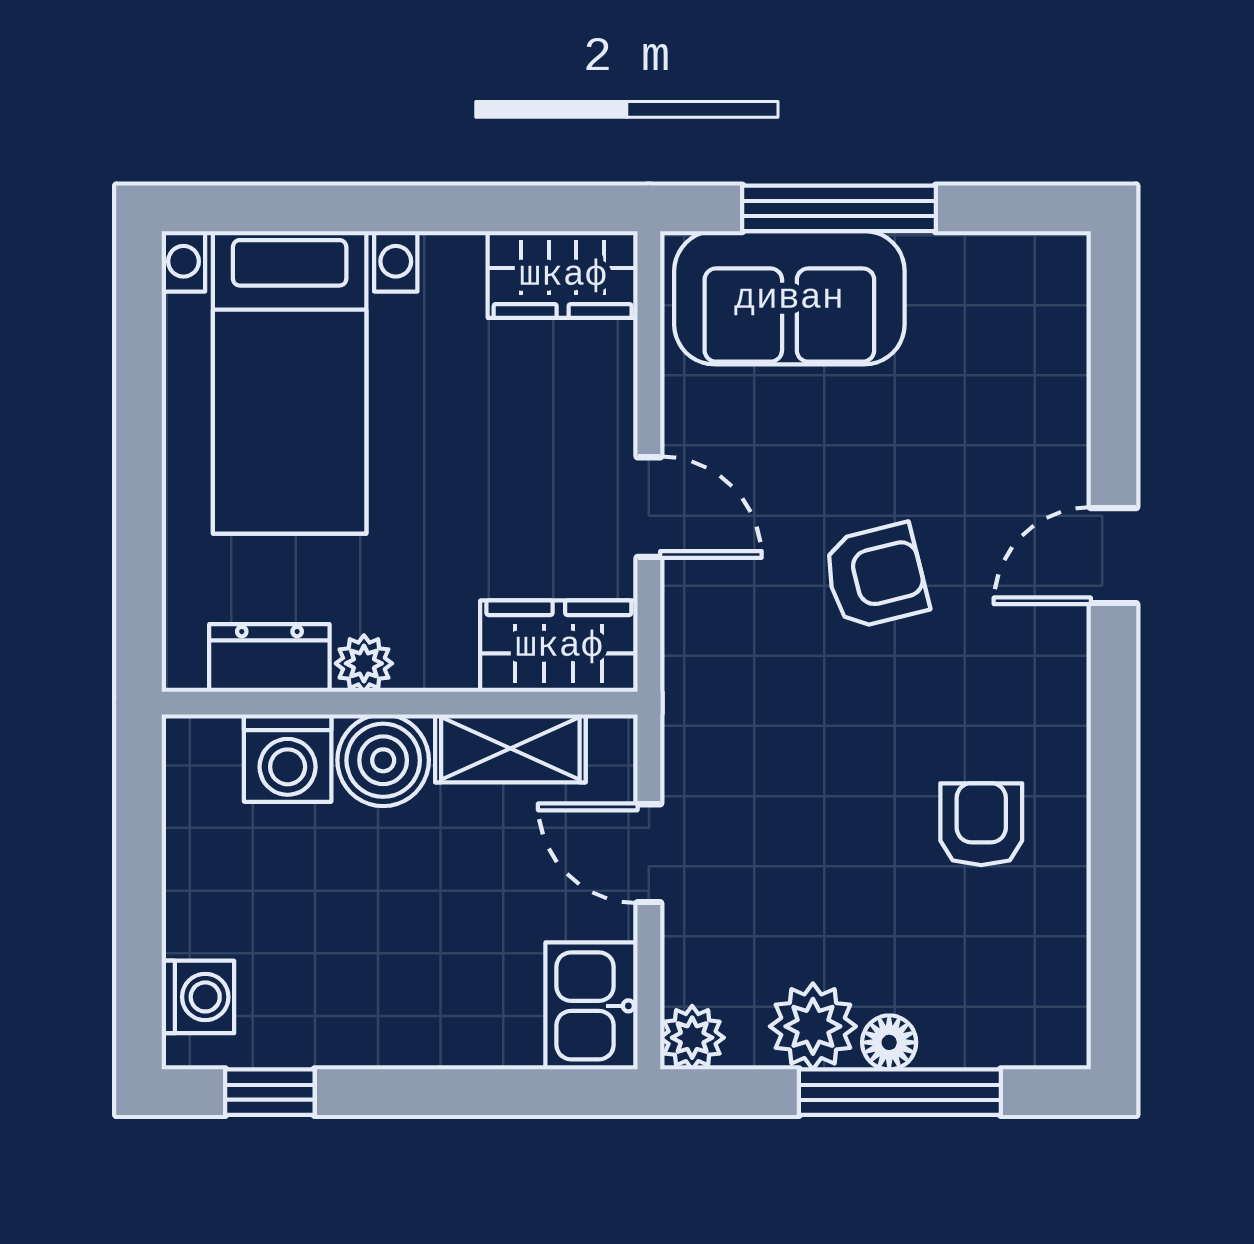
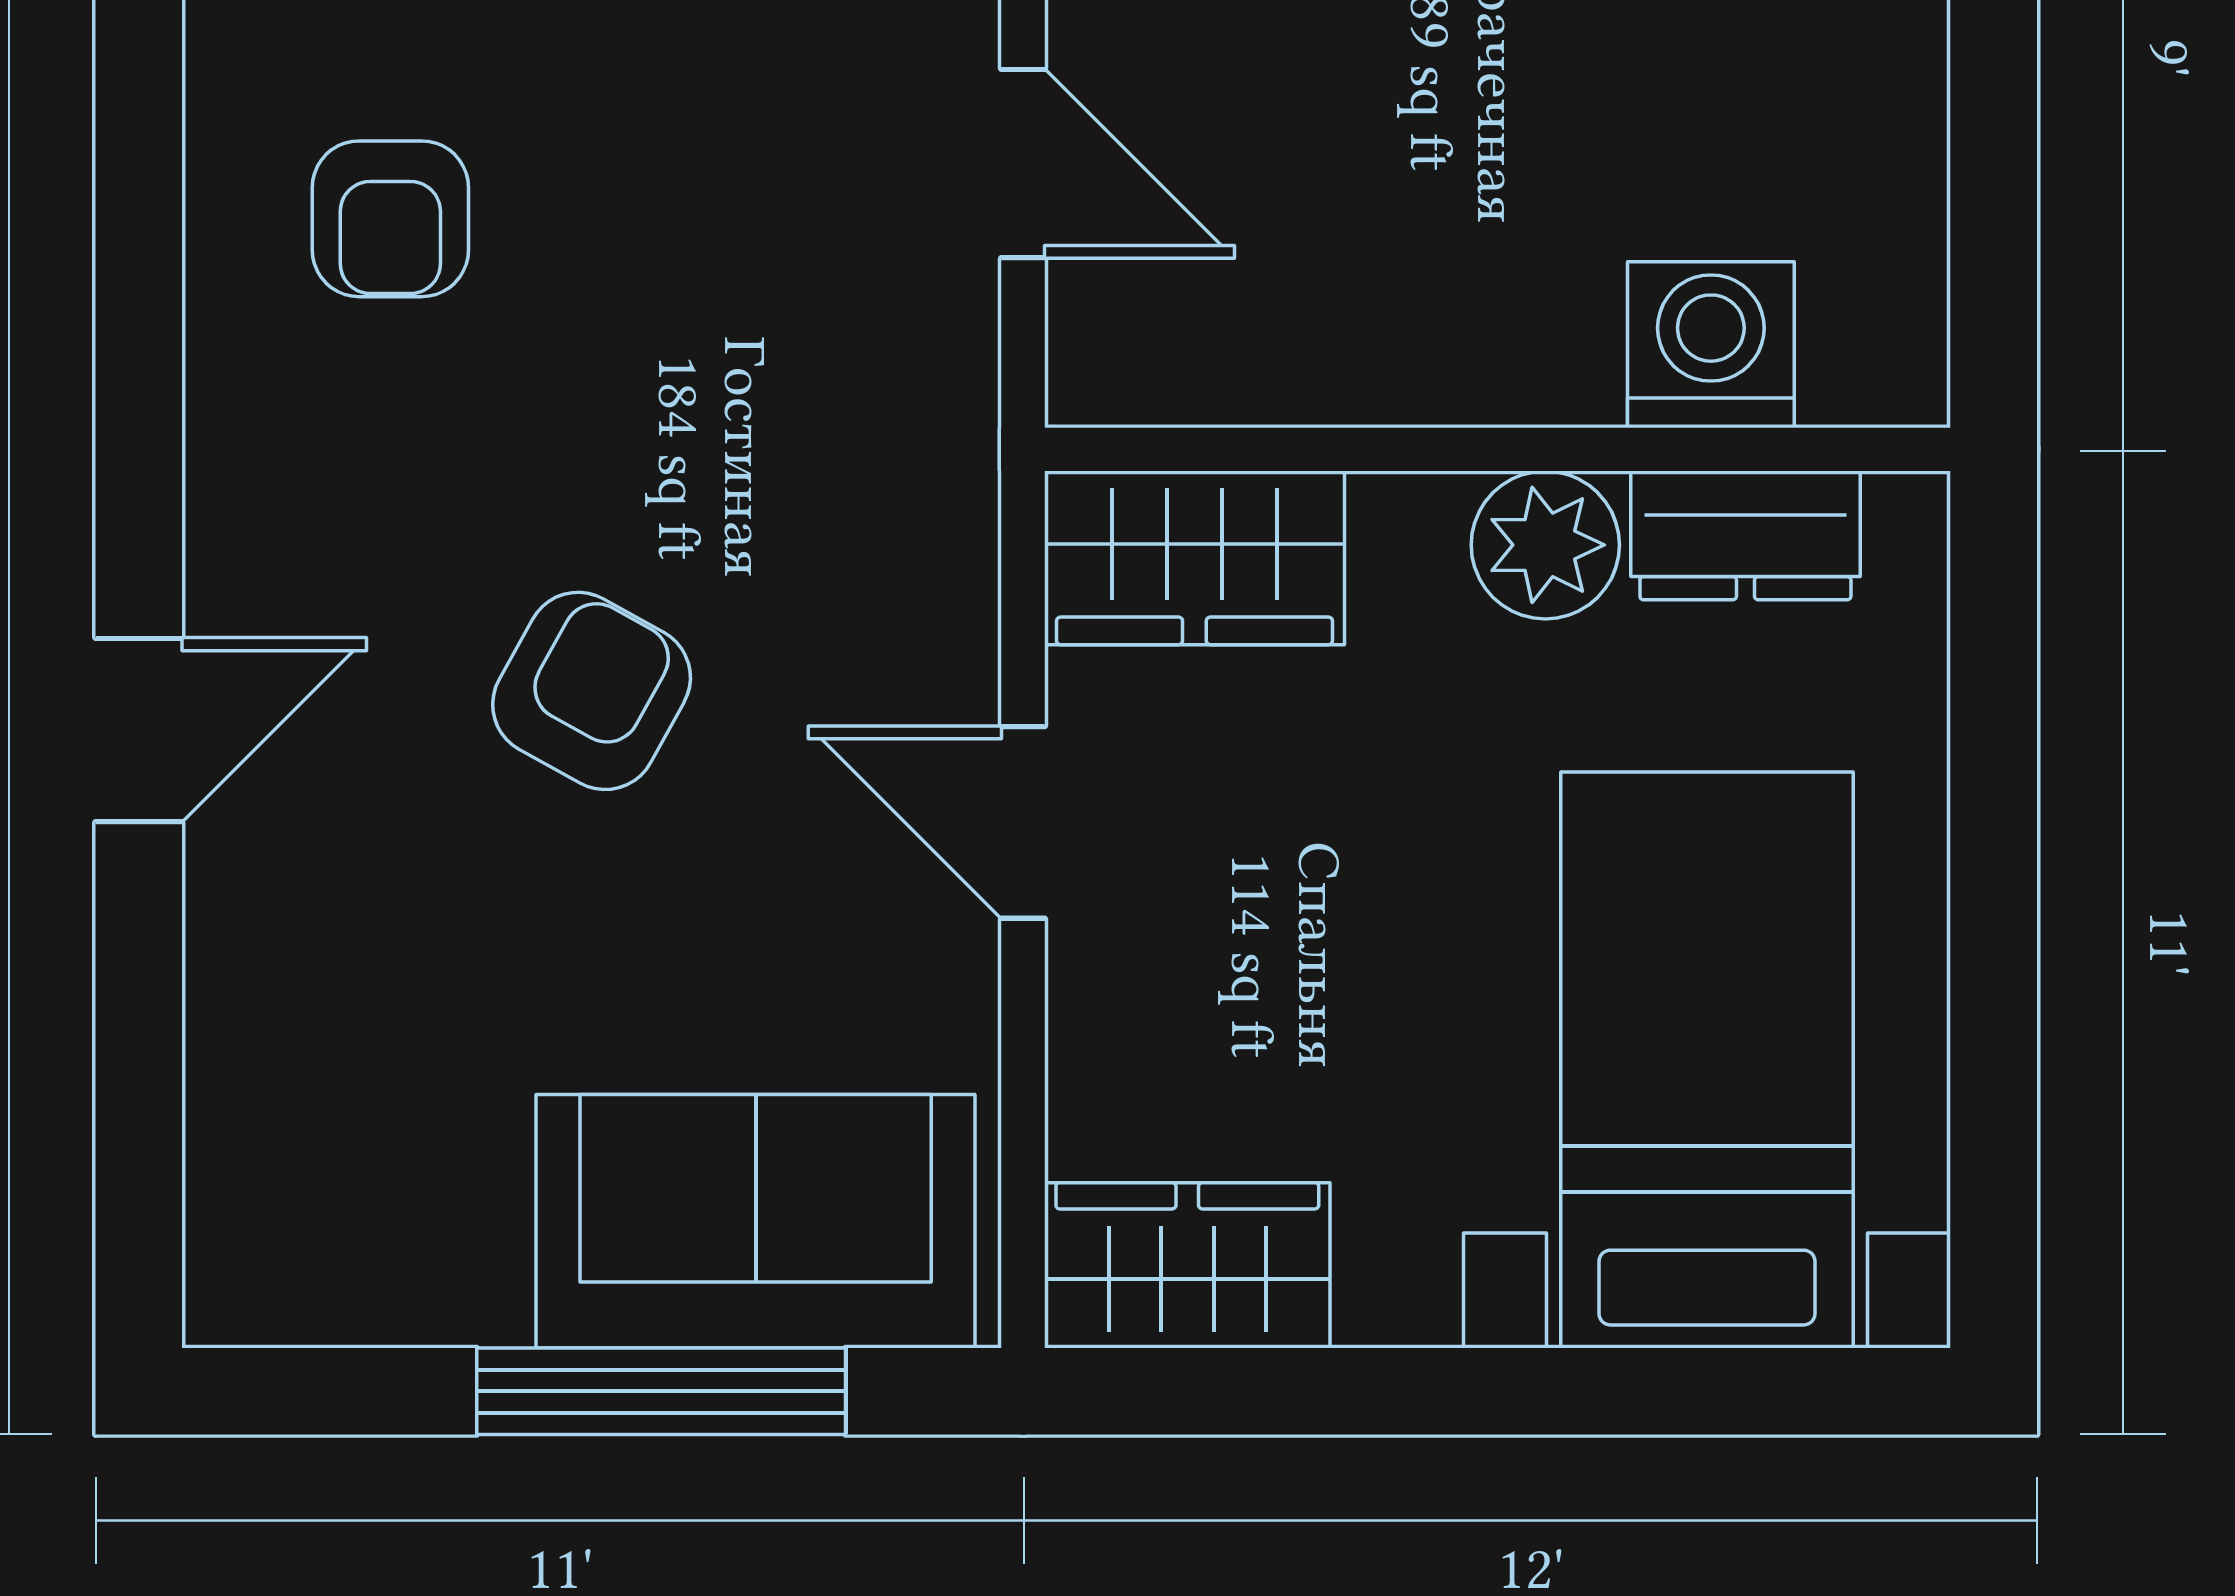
armchair: (876, 576) -> (592, 691), turned 133
plant: (364, 663) -> (1545, 545), width x1.38, depth x1.38
shelving: (510, 748) -> (1287, 363), removed
boiler: (383, 760) -> (1529, 341), removed

